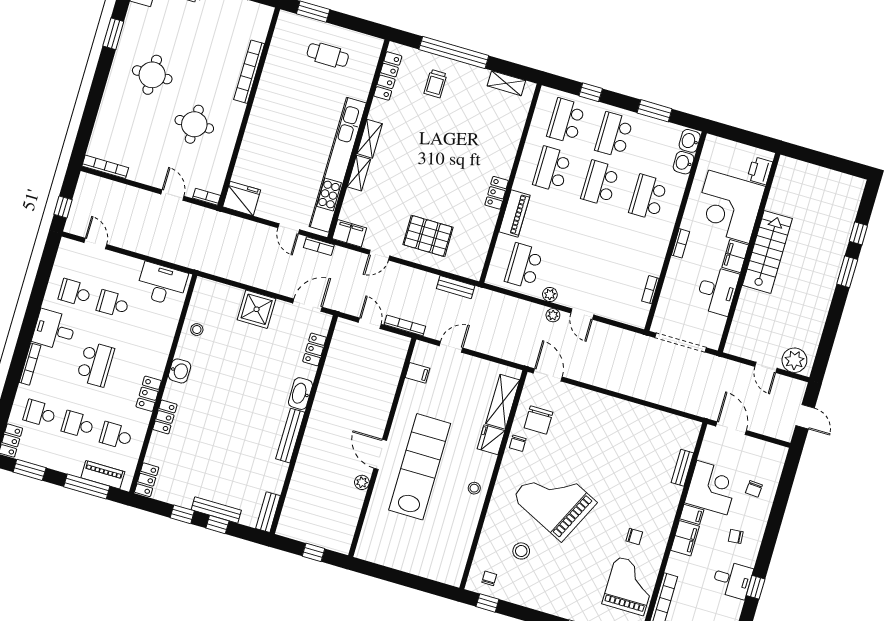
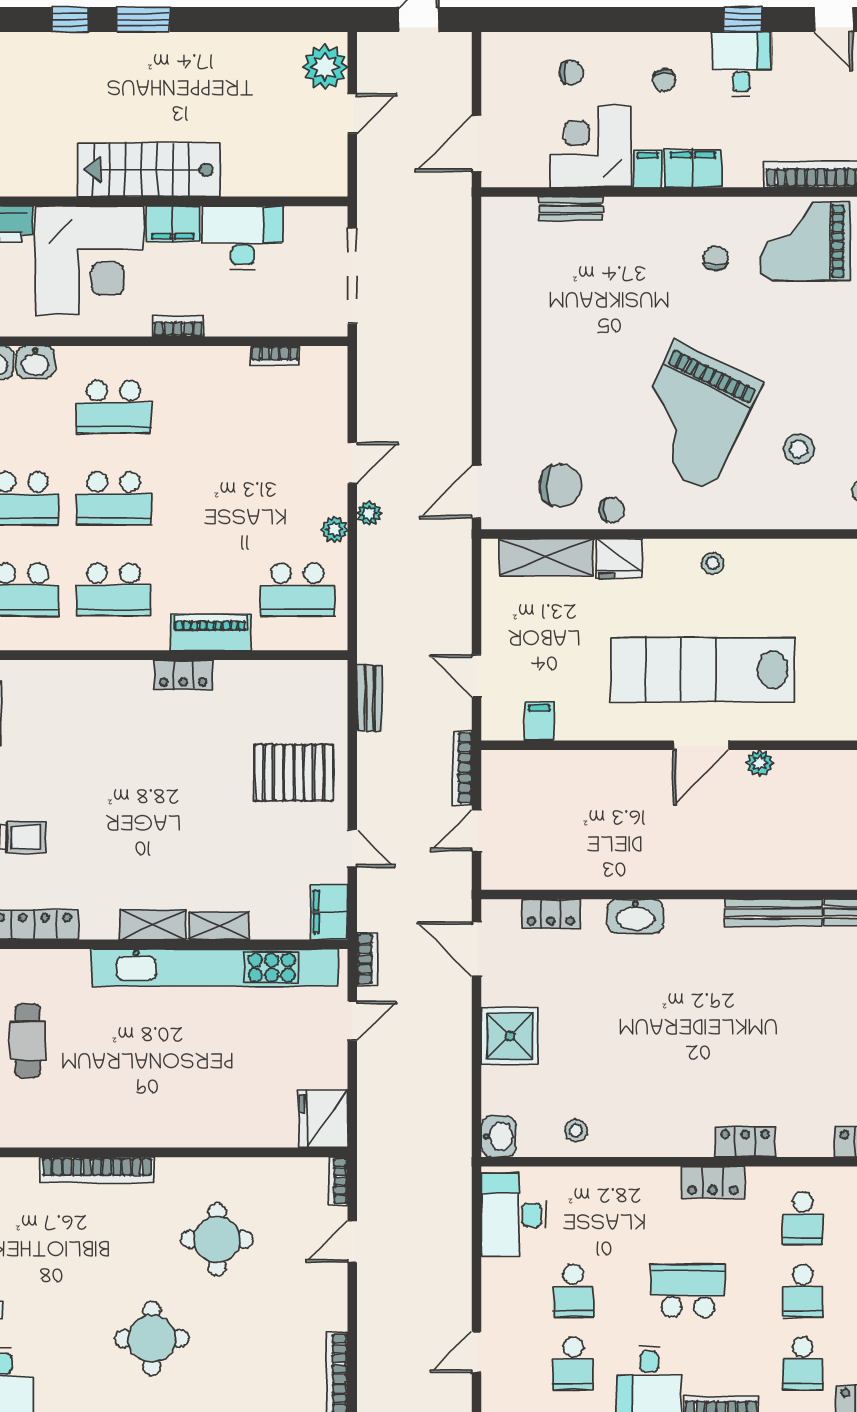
pallet: (428, 236) -> (294, 773), turned 90
washbasin: (180, 371) -> (499, 1136), moved, turned 90
bench: (290, 436) -> (774, 913), moved

